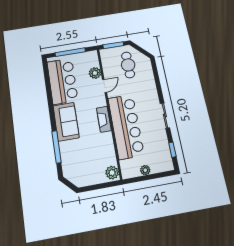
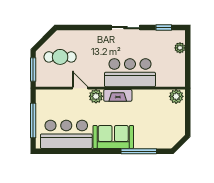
plant: (95, 73) -> (96, 96), moved
bar counter: (126, 126) -> (130, 73), width x0.73
plant: (145, 170) -> (180, 48), moved

